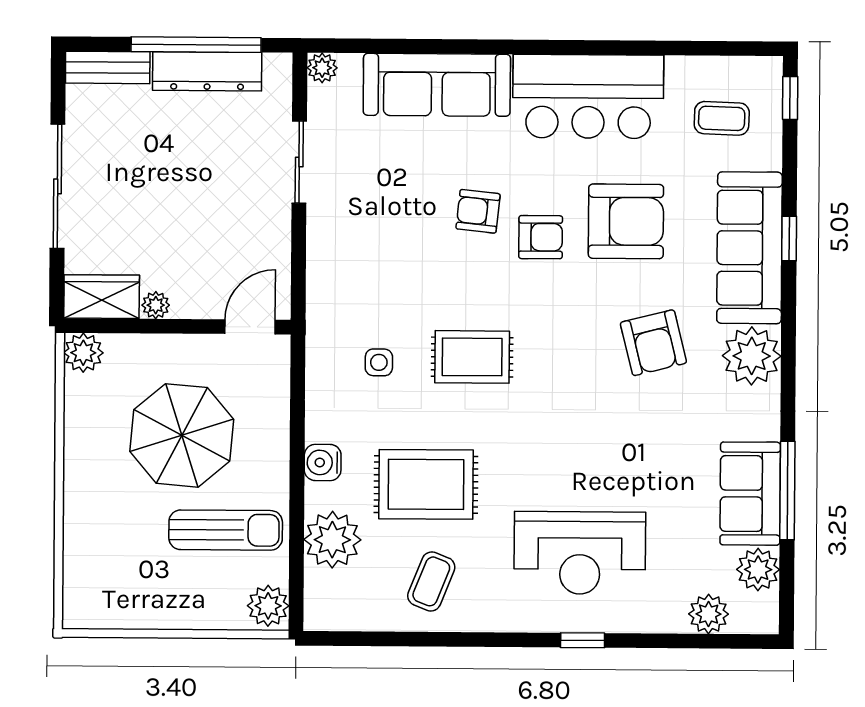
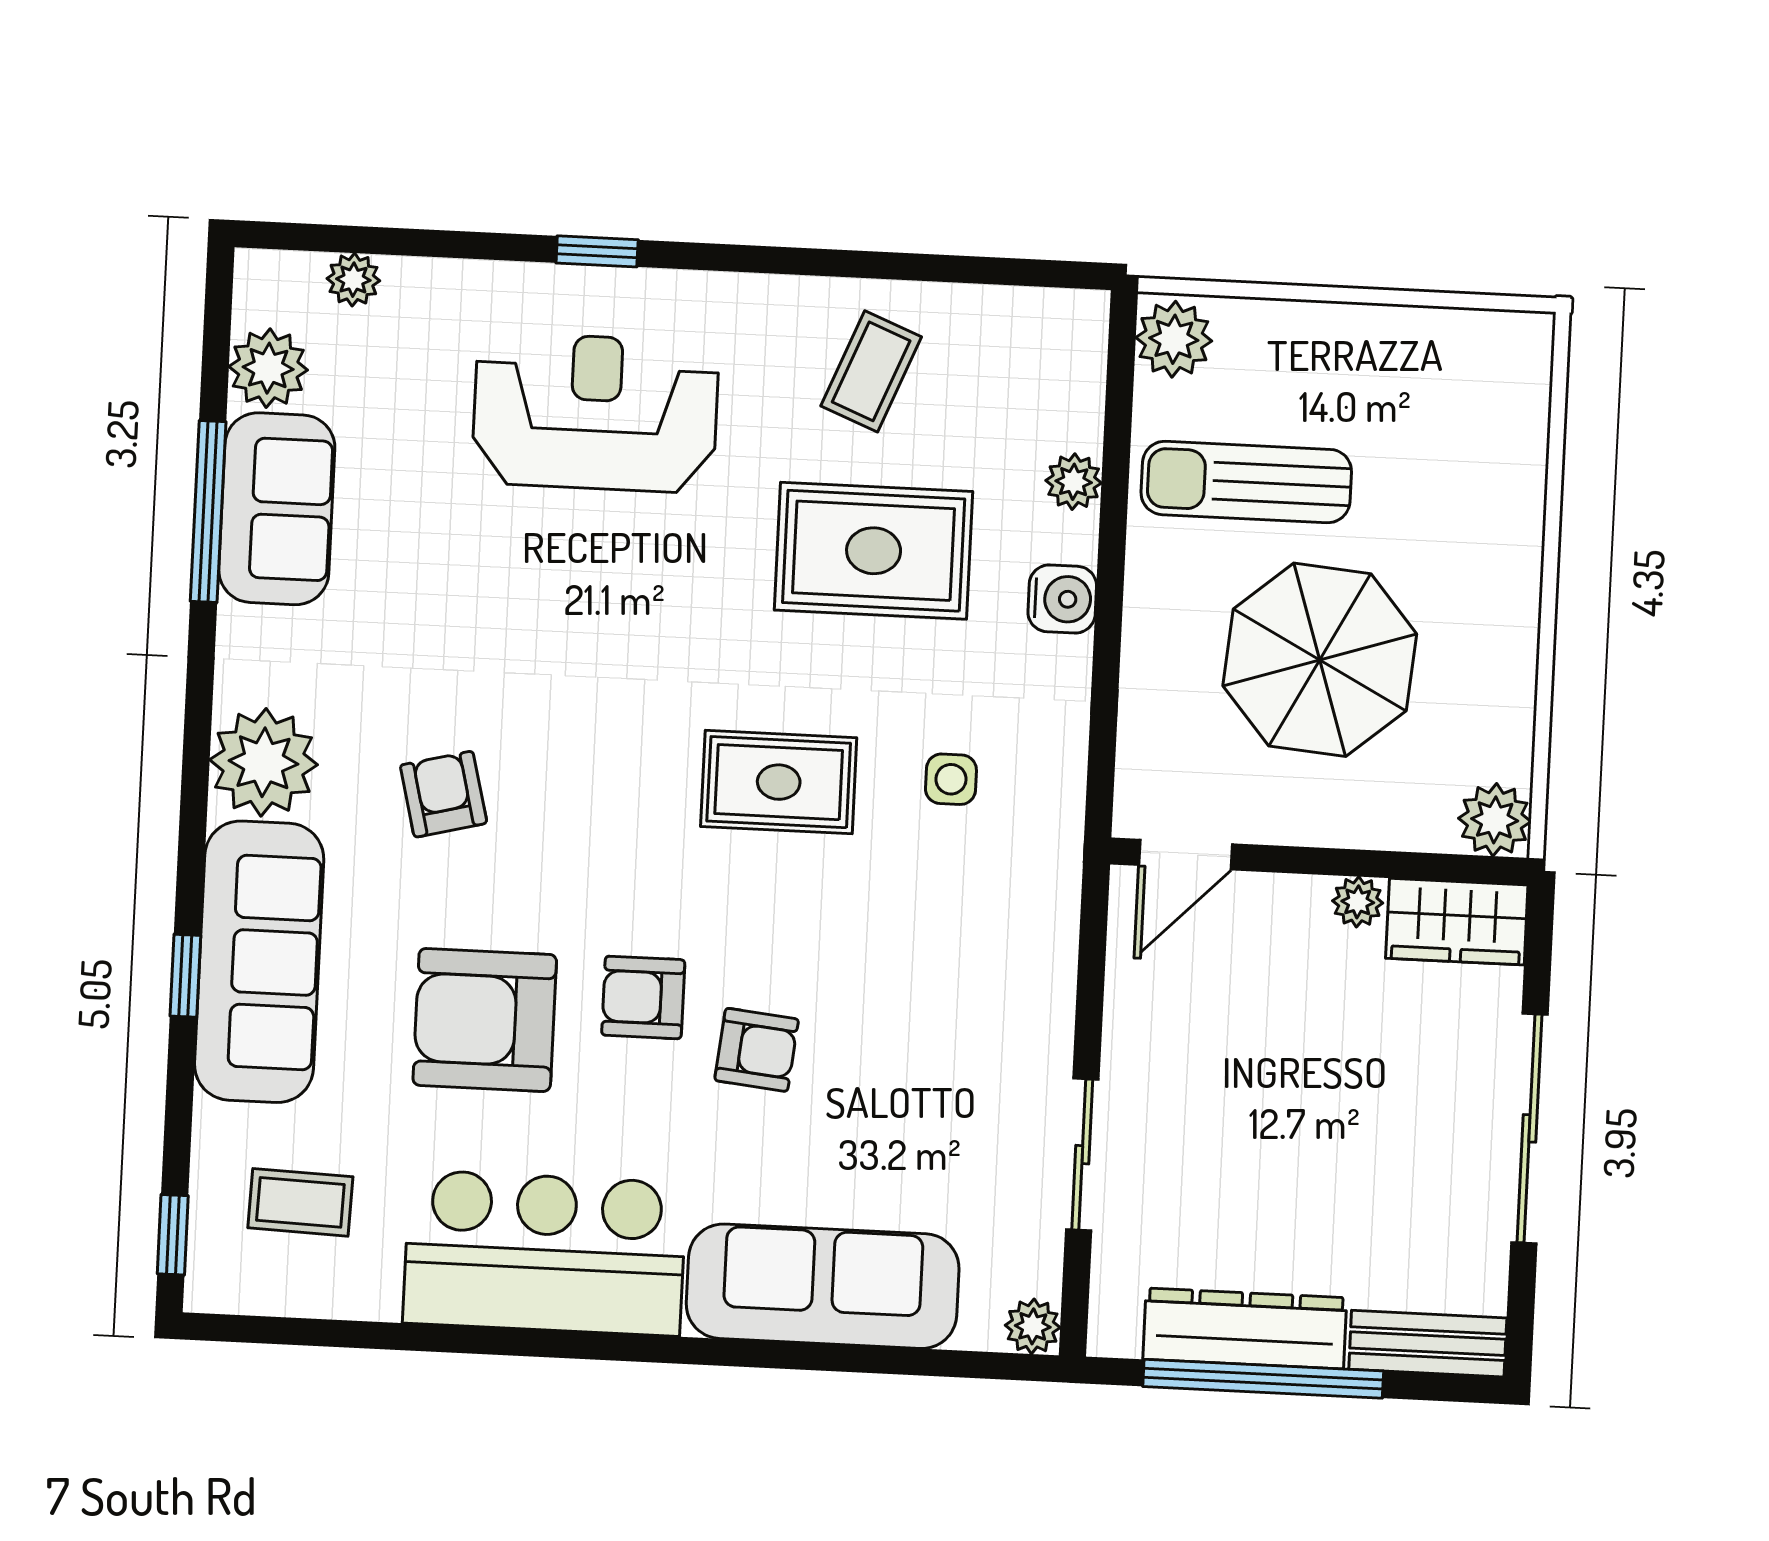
armchair: (653, 343) -> (444, 794), width x0.72, depth x0.72
plant: (332, 540) -> (1074, 482), width x0.53, depth x0.53
plant: (709, 614) -> (353, 280), width x0.73, depth x0.73

